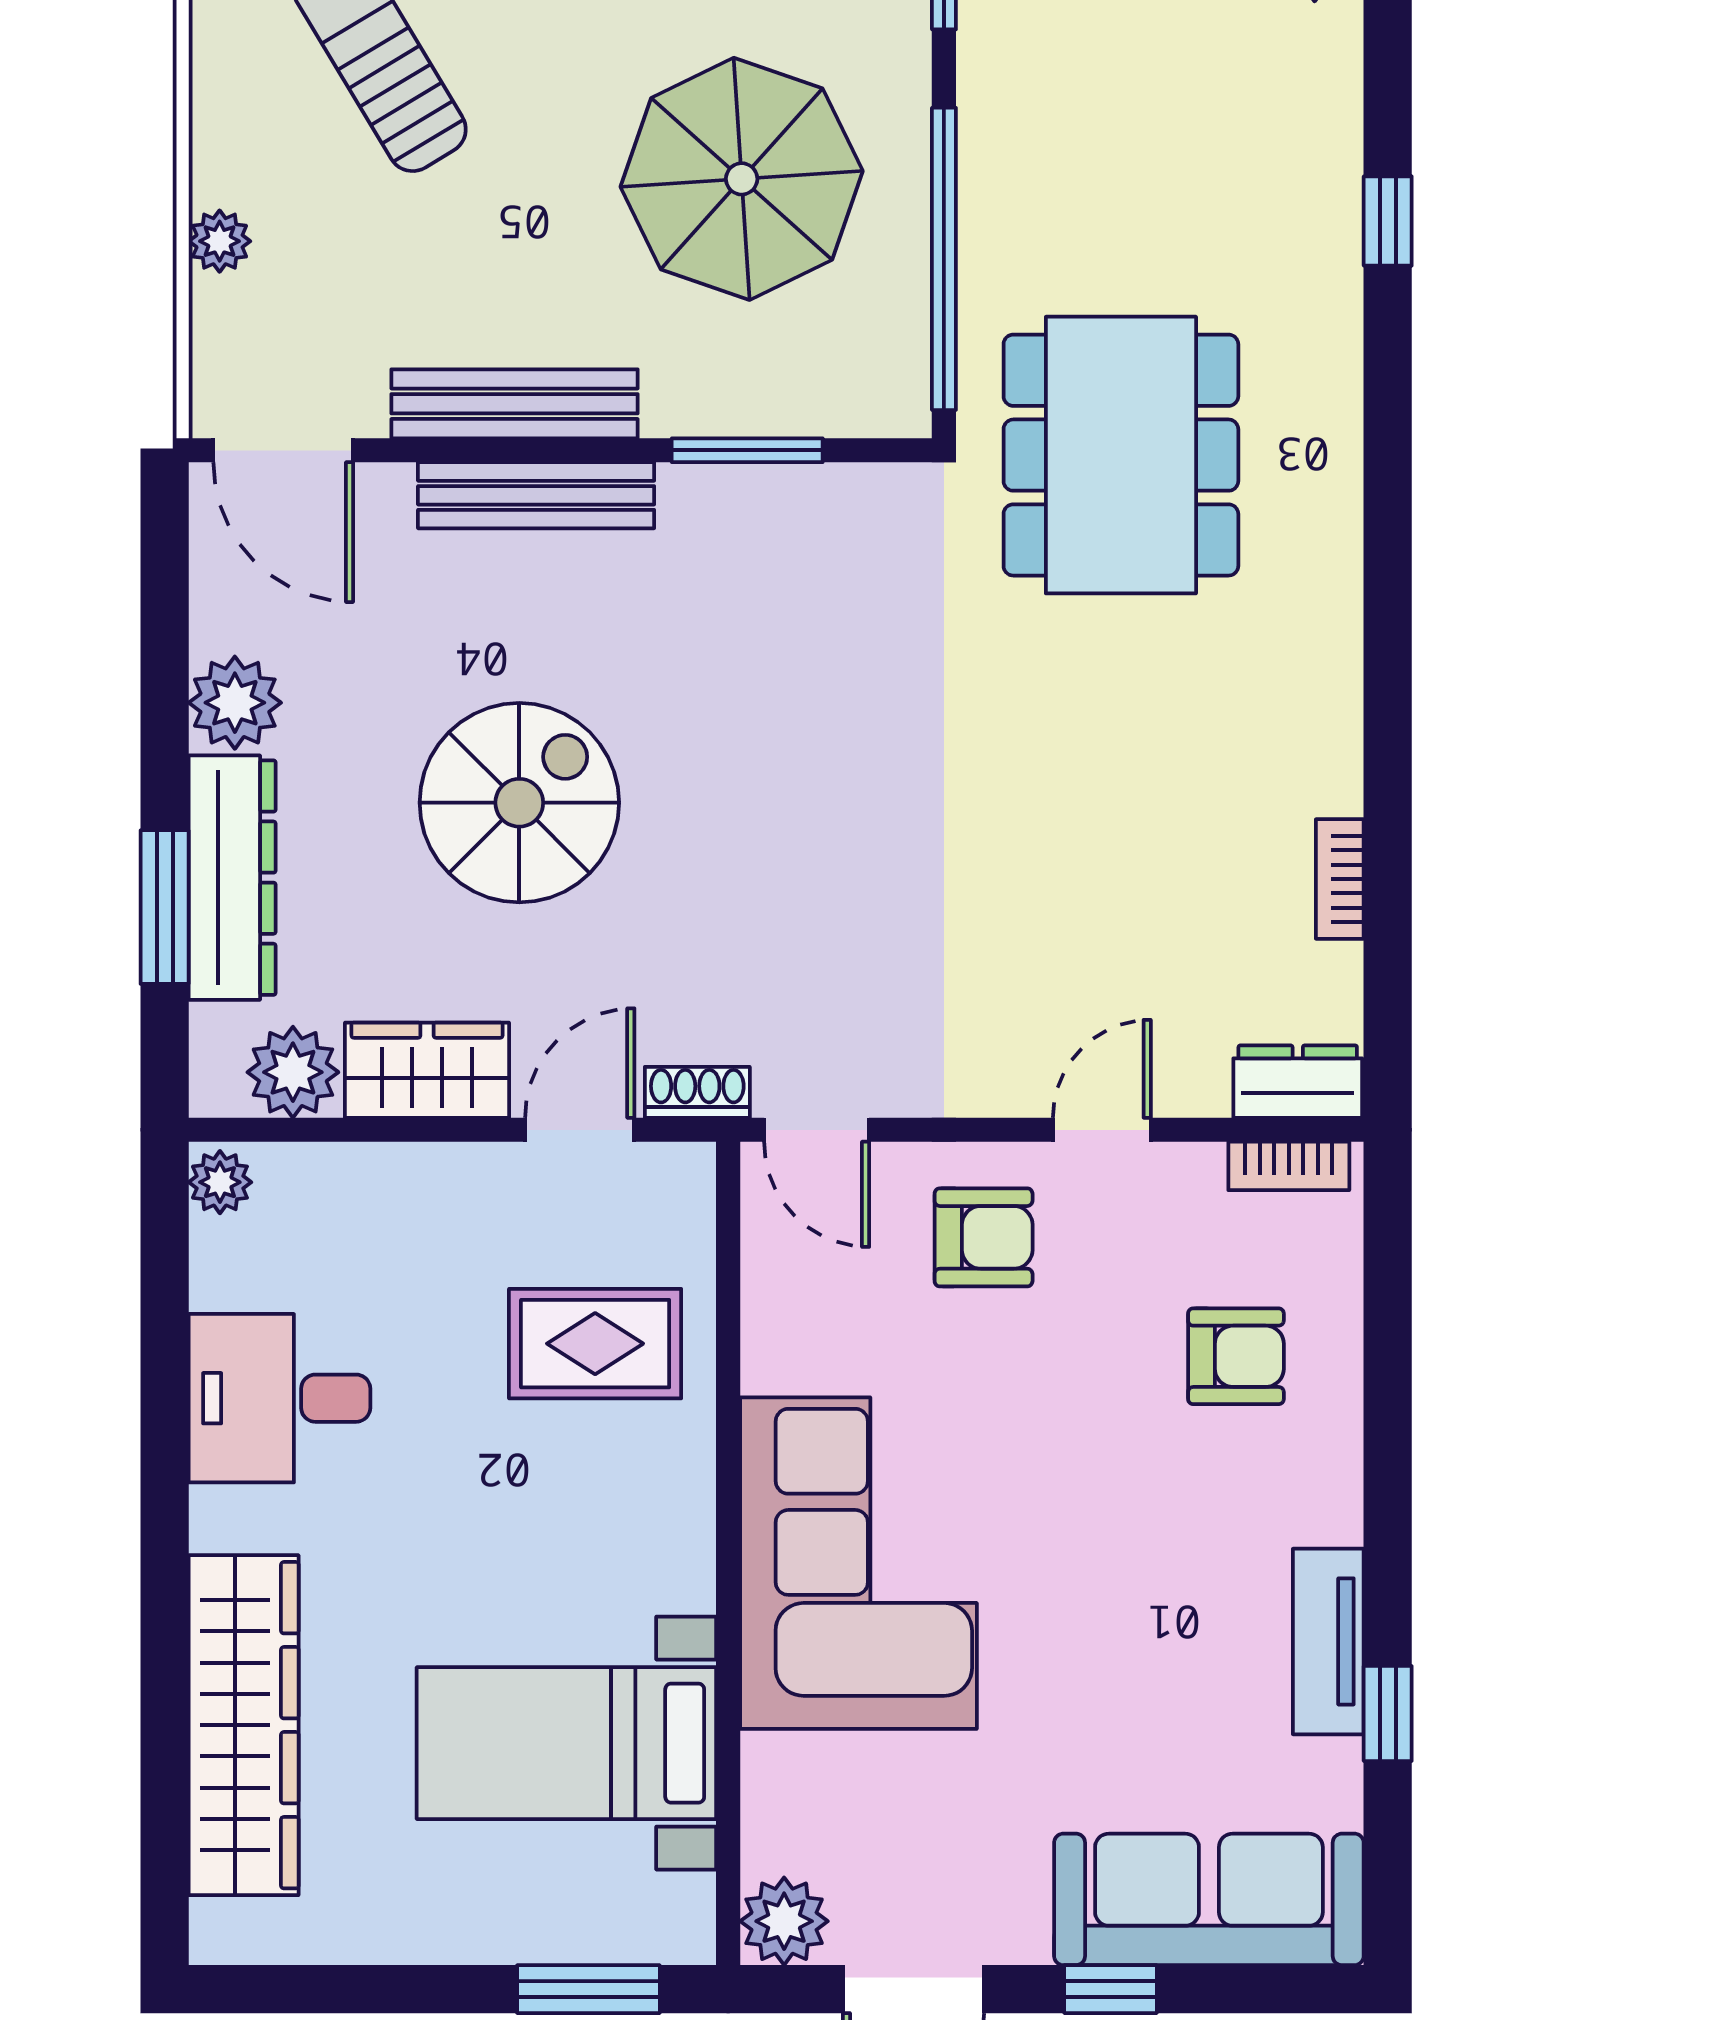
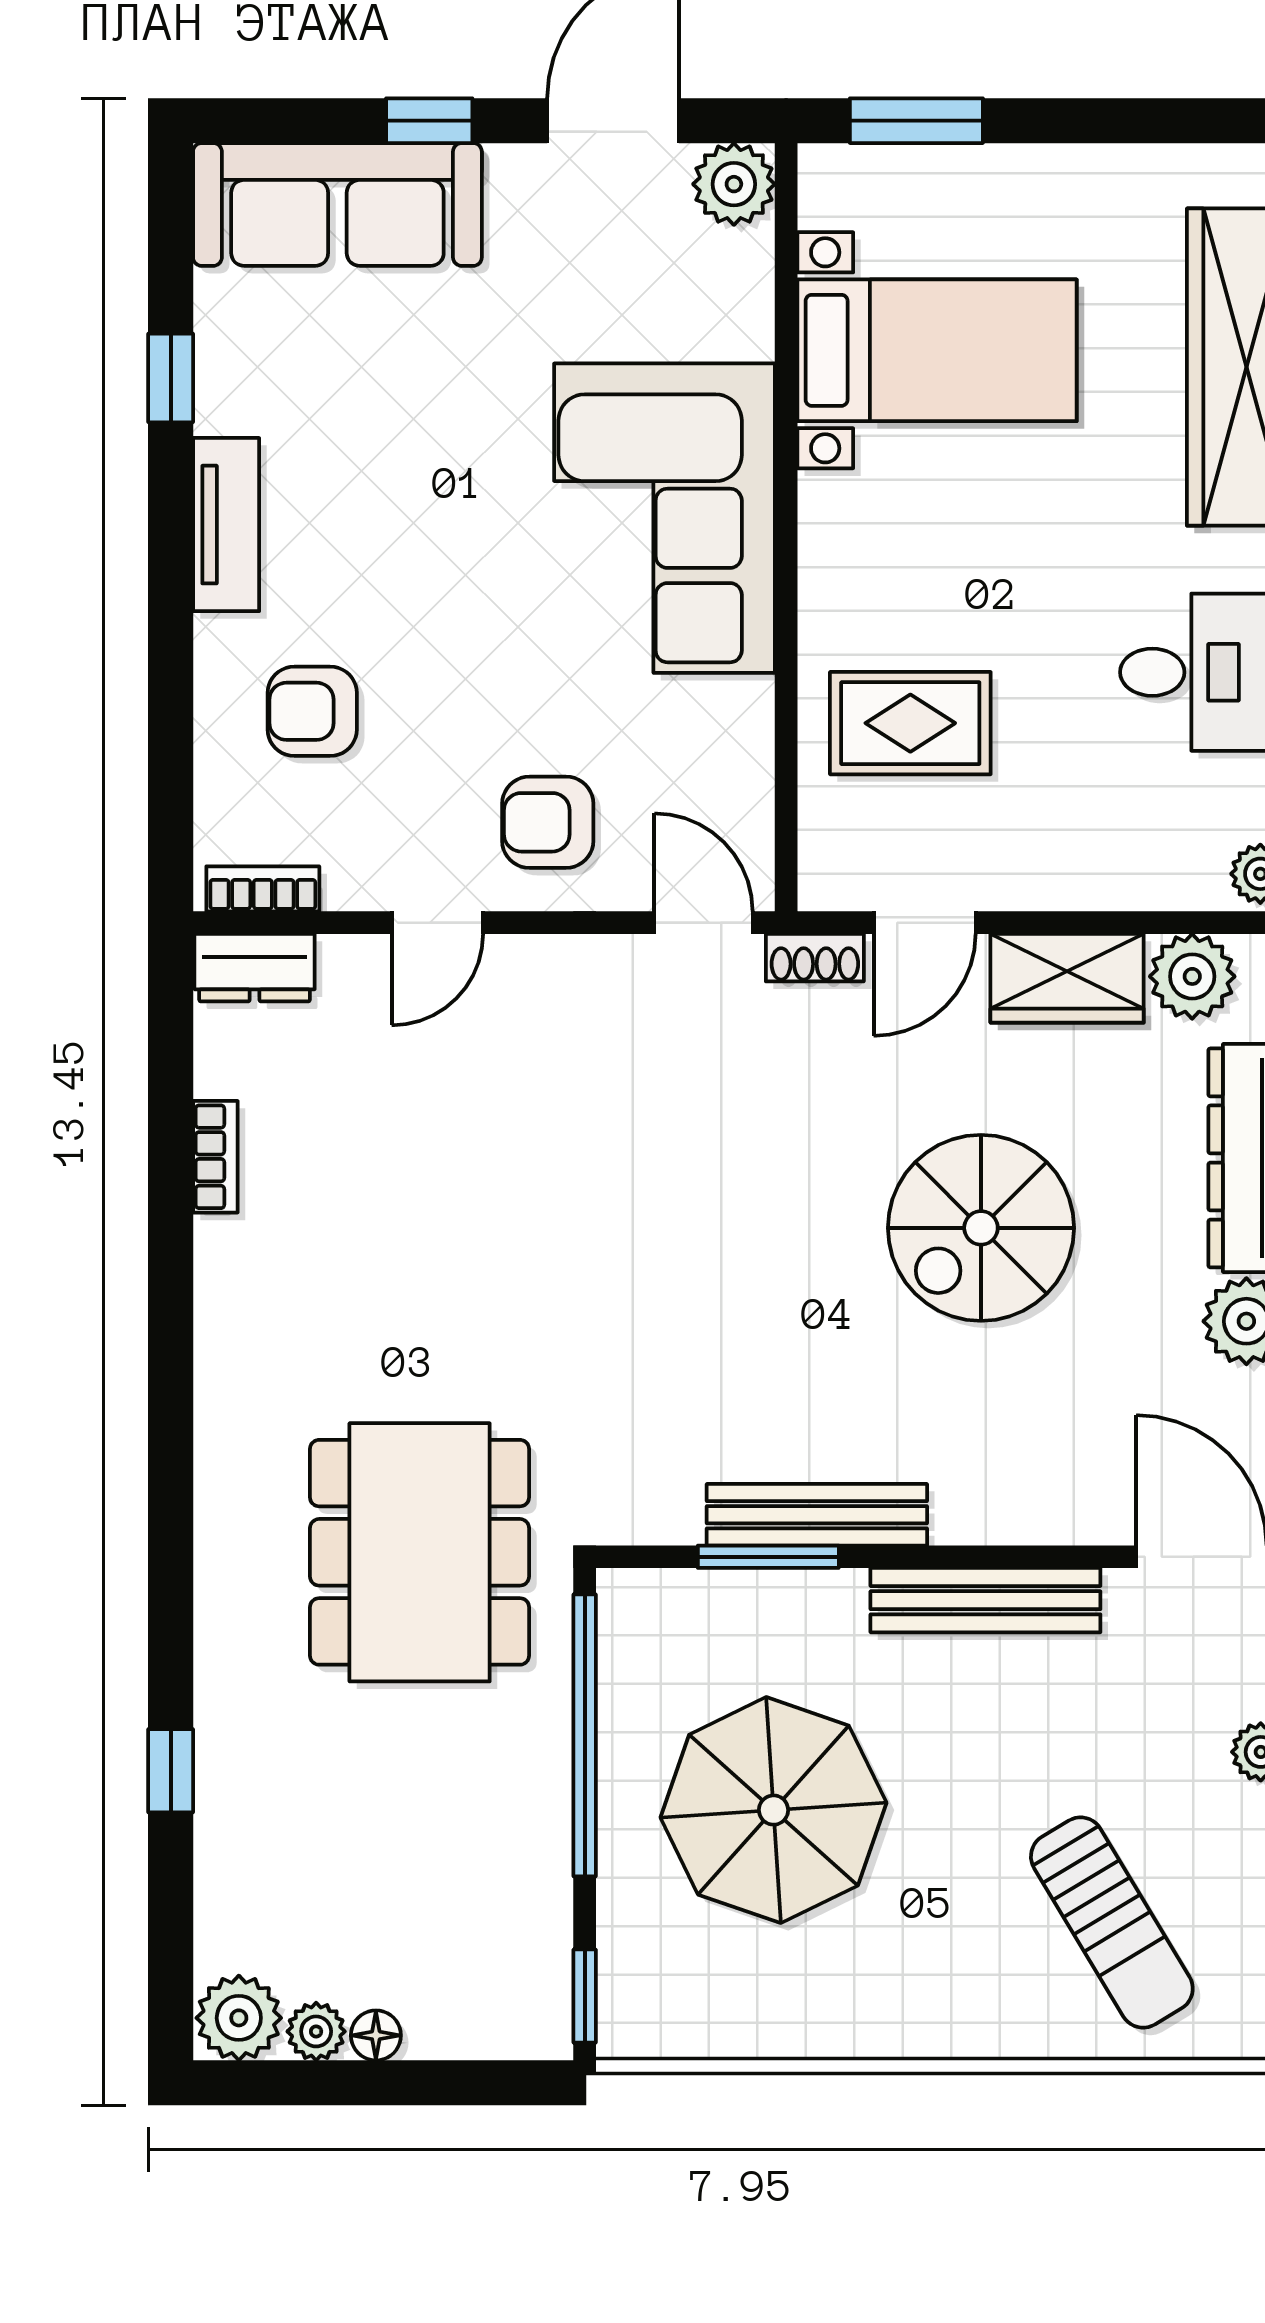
bench: (536, 495) -> (817, 1515), moved
tv unit: (1328, 1641) -> (226, 525), moved

